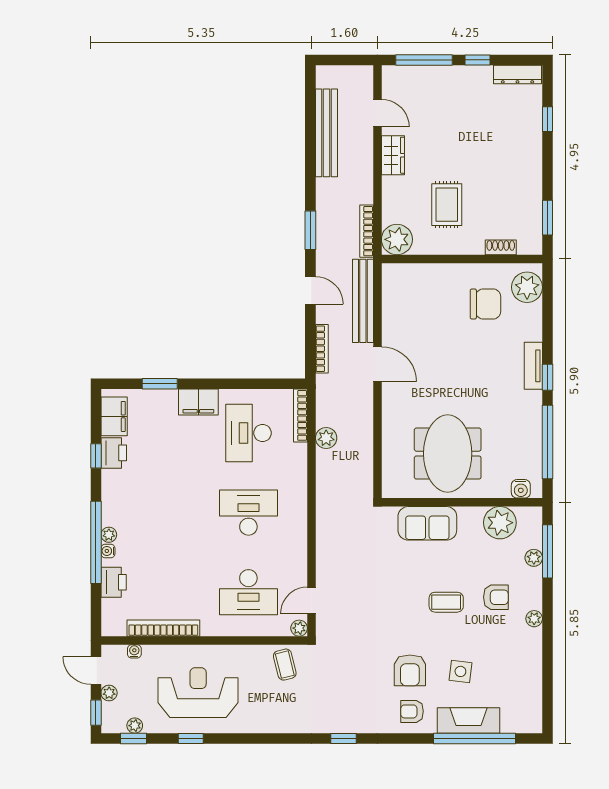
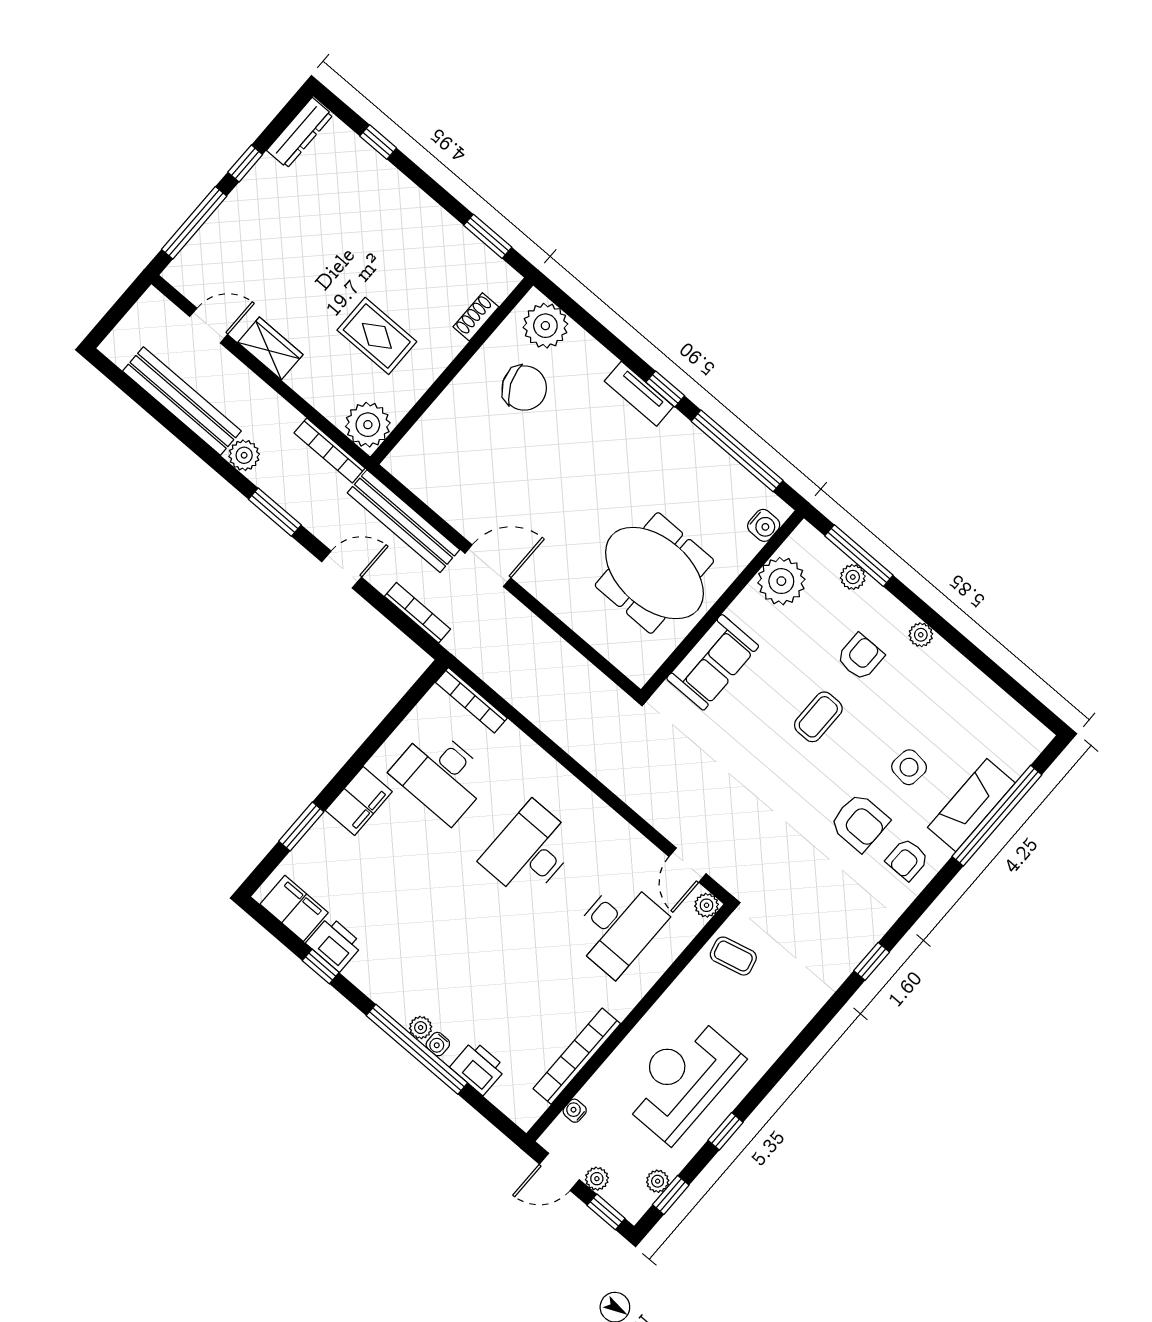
chair: (485, 304) -> (524, 388), turned 67
plant: (326, 438) -> (244, 455), moved

